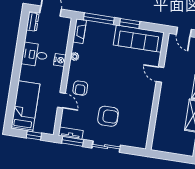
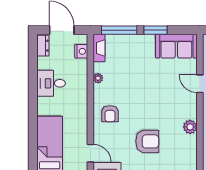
sofa: (139, 39) -> (176, 46), width x0.73
nightstand: (60, 60) -> (81, 51), moved
door: (61, 100) -> (90, 153), moved
plant: (146, 110) -> (190, 127), added

